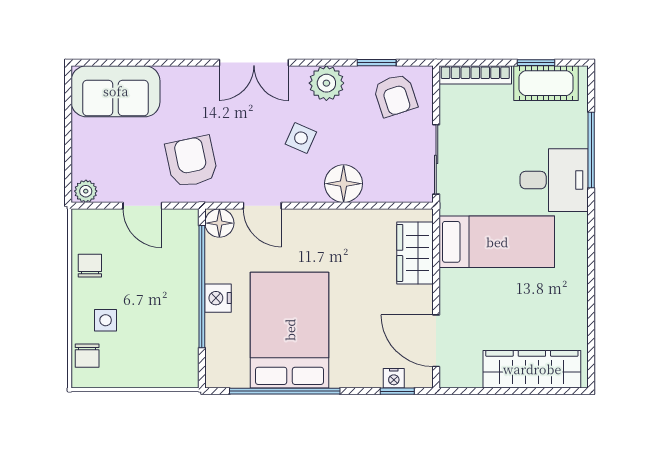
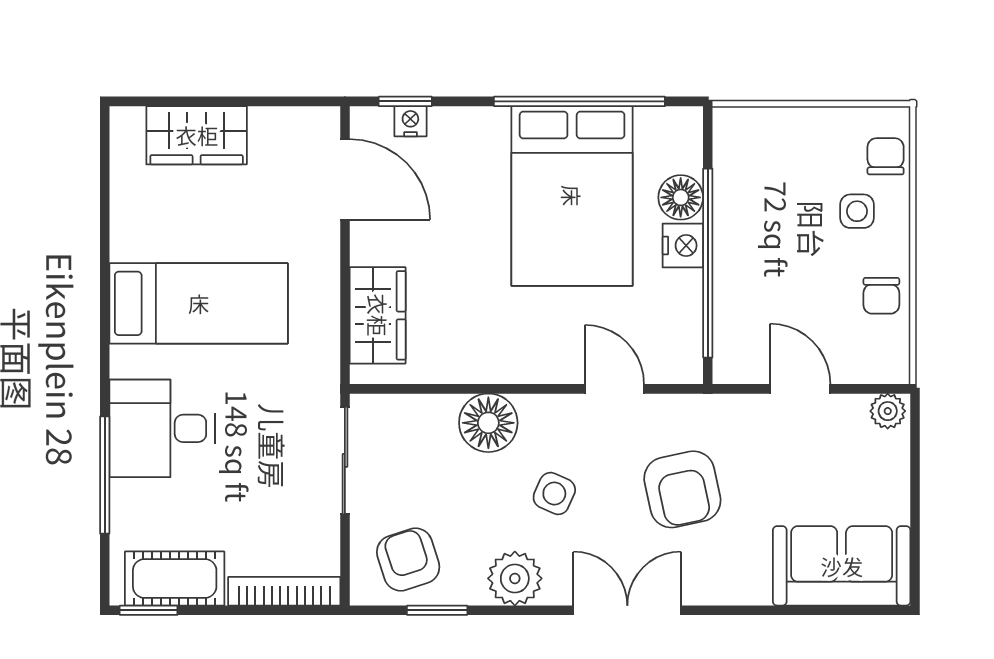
window: (536, 63) -> (149, 610), moved
armchair: (192, 162) -> (682, 489), moved
floor lamp: (219, 223) -> (681, 197), moved
bed: (497, 242) -> (199, 303), moved, turned 180
wardrobe: (532, 369) -> (197, 135), width x0.67

